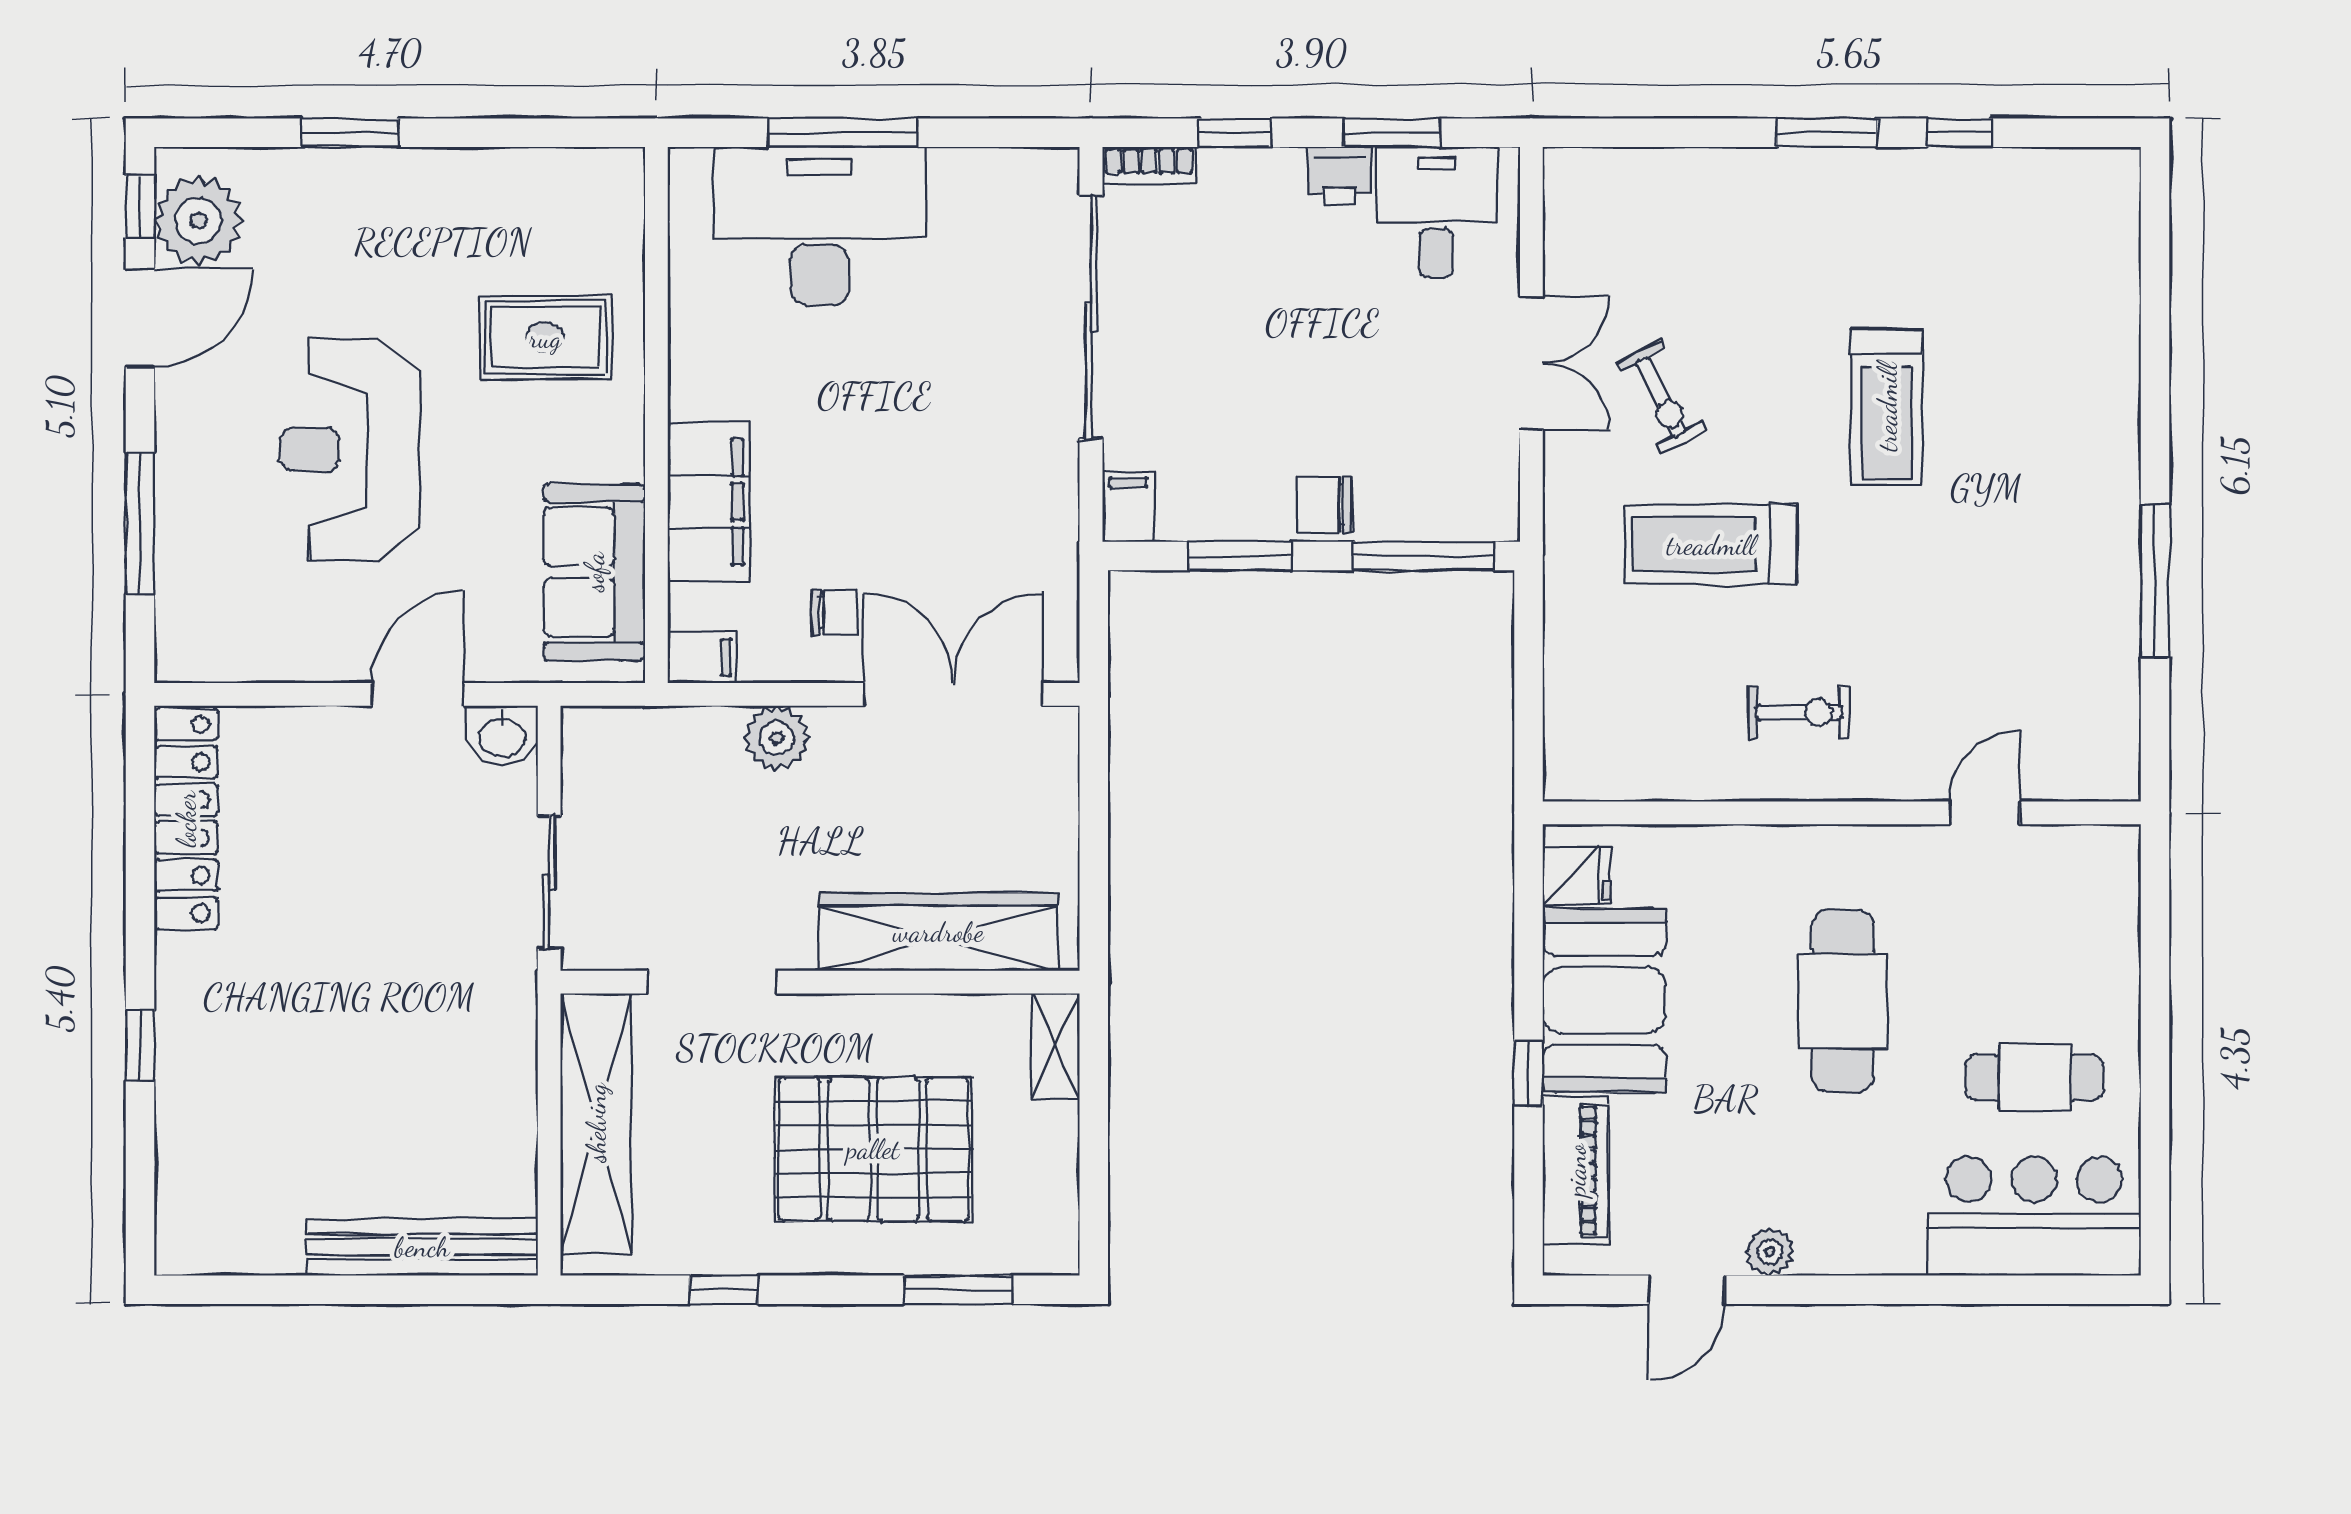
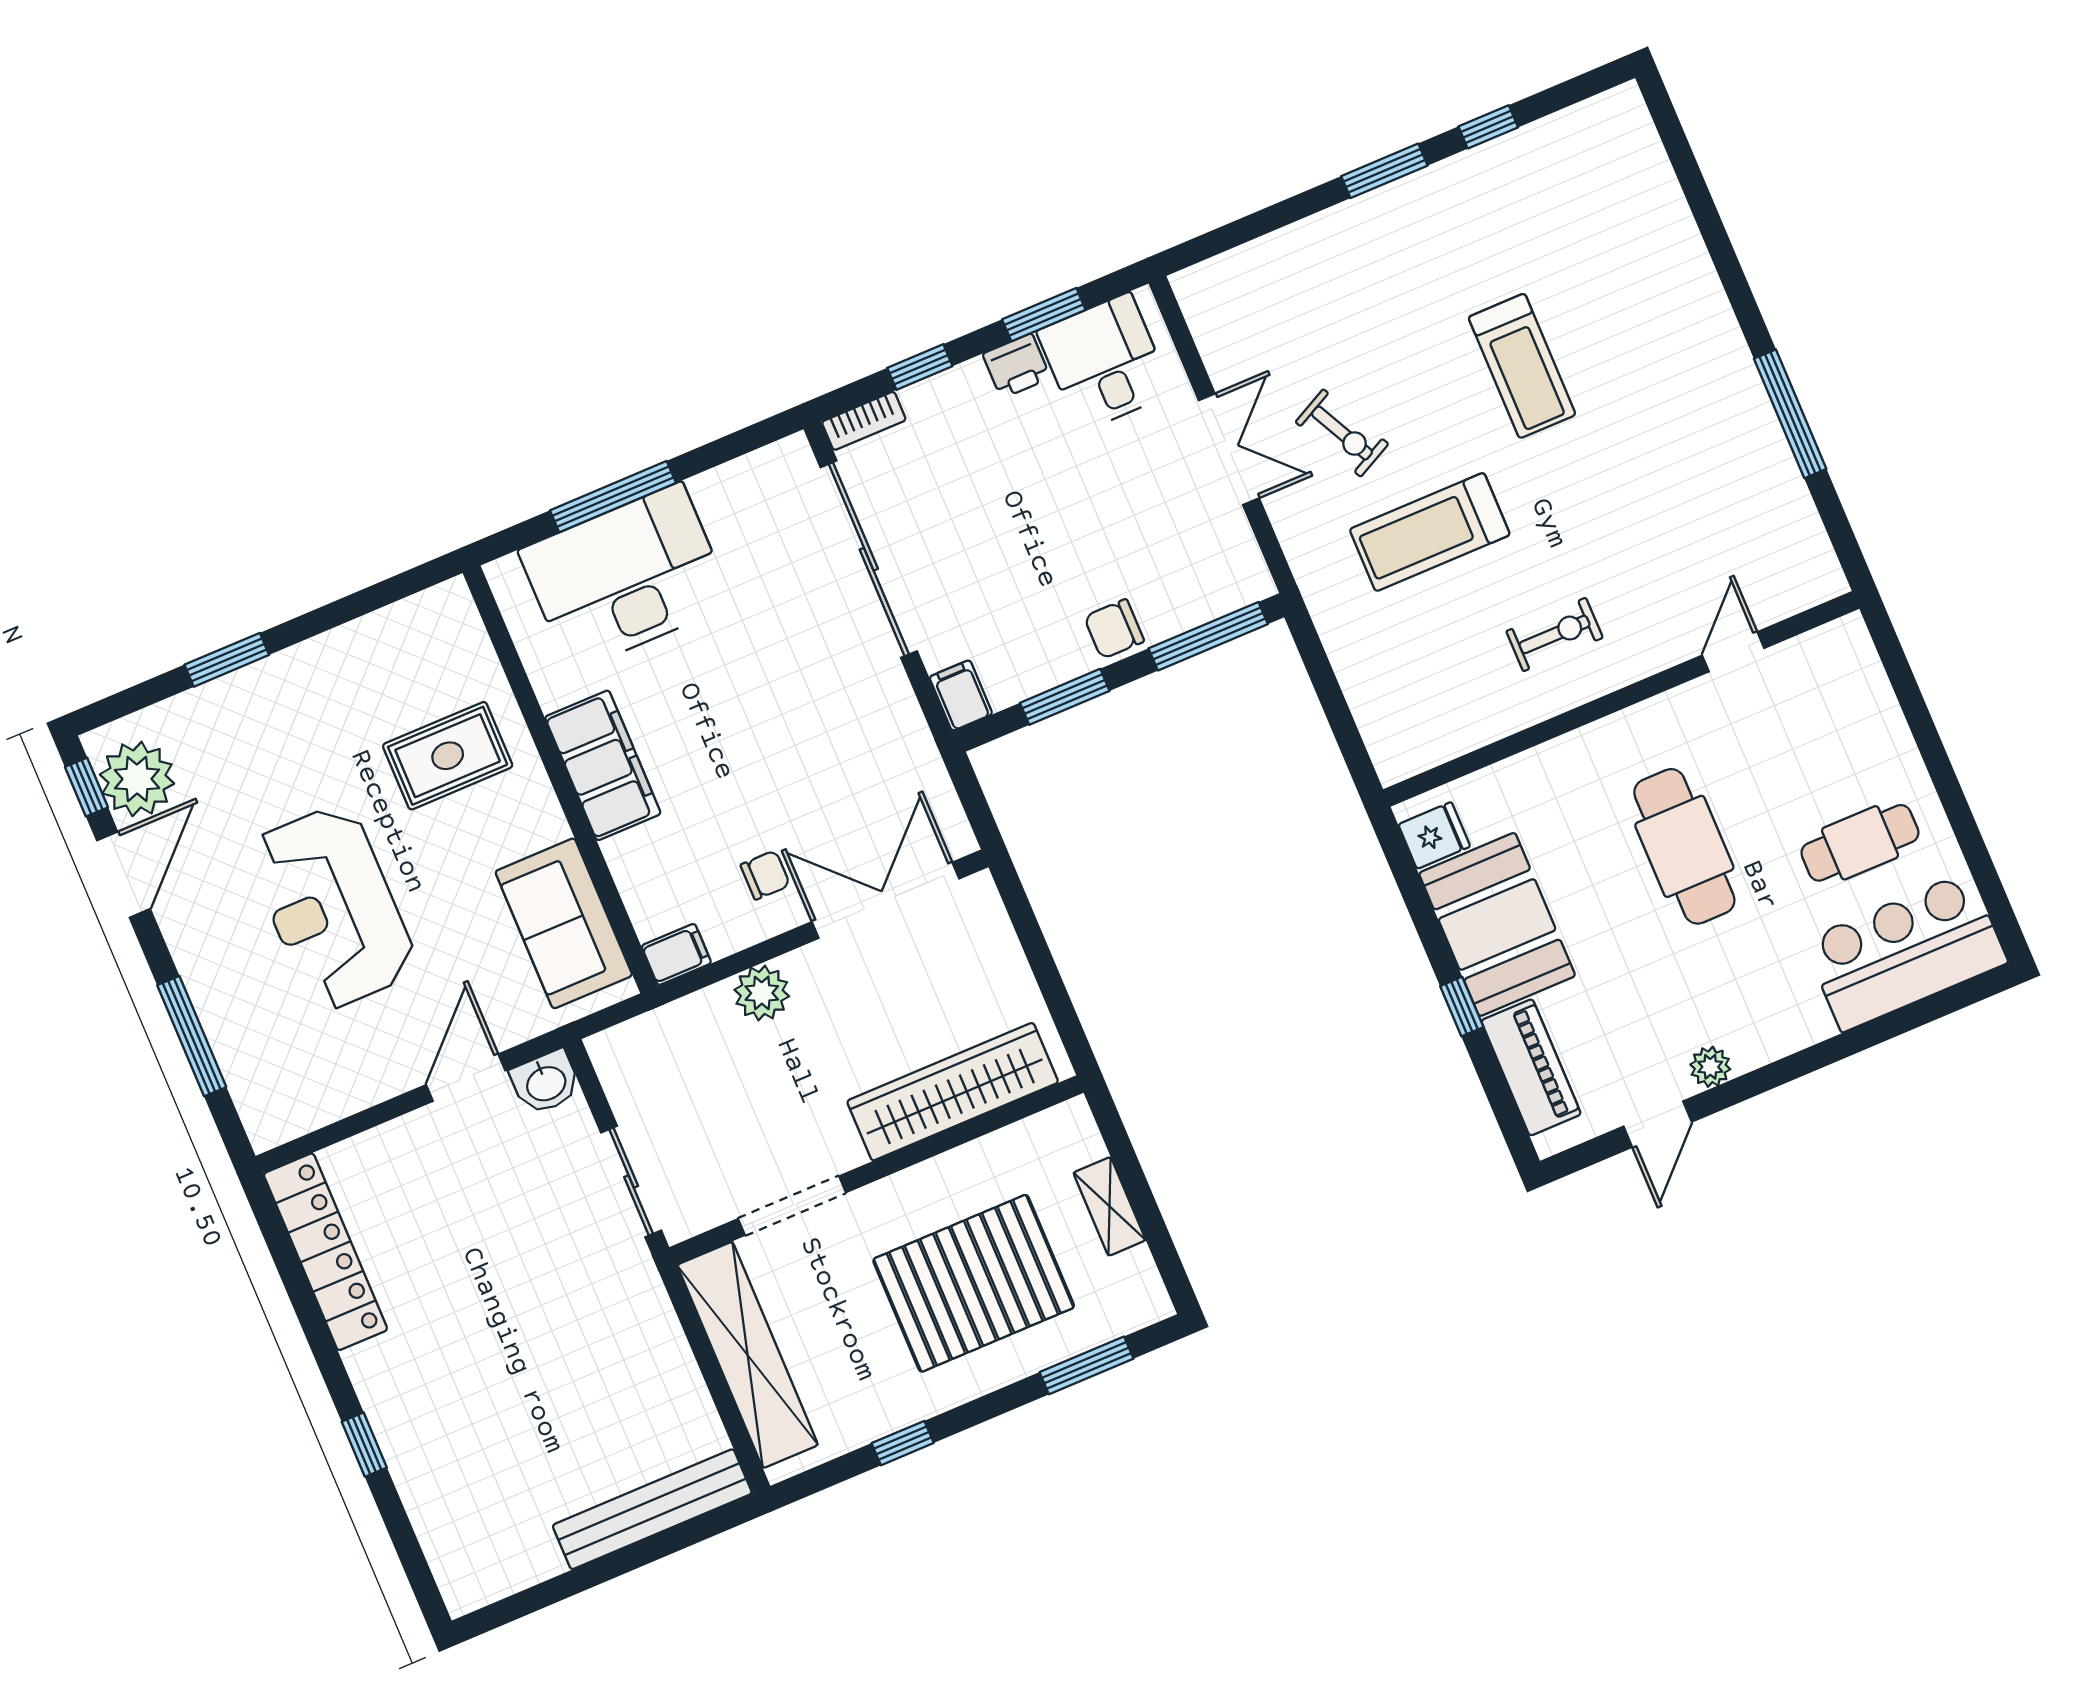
filing cabinet: (709, 502) -> (603, 765), moved
shelving: (1056, 1047) -> (1110, 1206), moved

